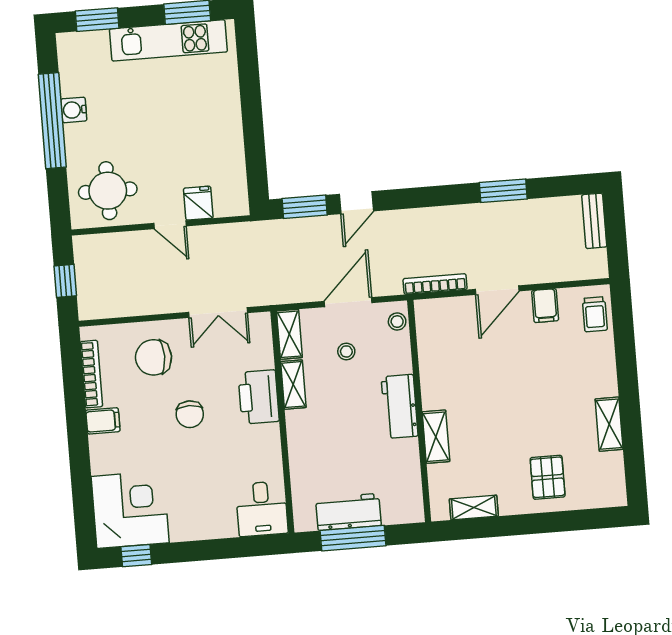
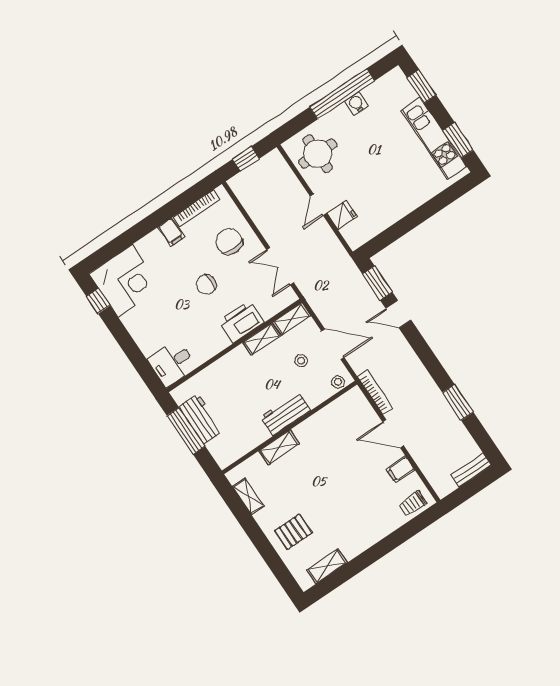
shelving: (609, 424) -> (327, 566), moved

